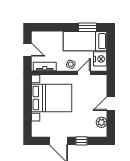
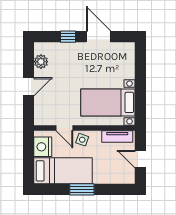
window: (88, 27) -> (82, 189), moved
door: (84, 73) -> (64, 128), hinge flipped
bed with nightstands: (52, 98) -> (108, 102), width x0.73

